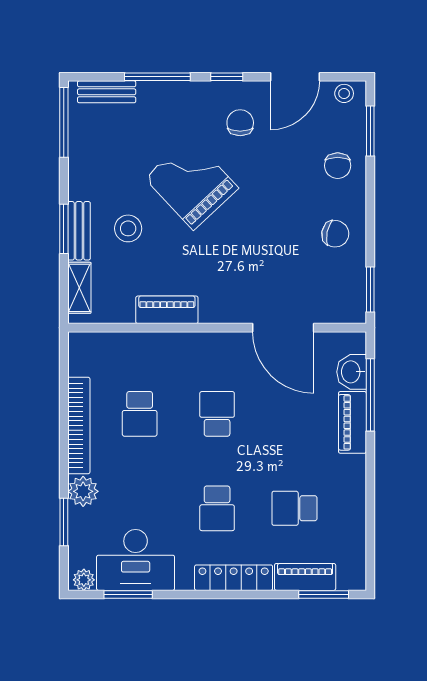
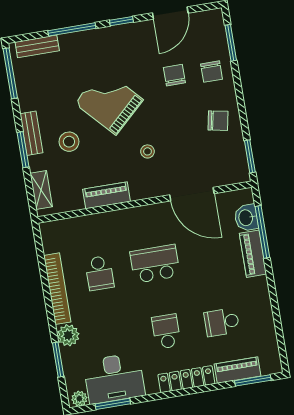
stool: (344, 93) -> (147, 151), moved
chair: (240, 123) -> (174, 75), moved
bench: (79, 231) -> (31, 133), moved
school desk: (217, 414) -> (155, 264), width x1.85
school desk: (217, 508) -> (166, 331), turned 180

